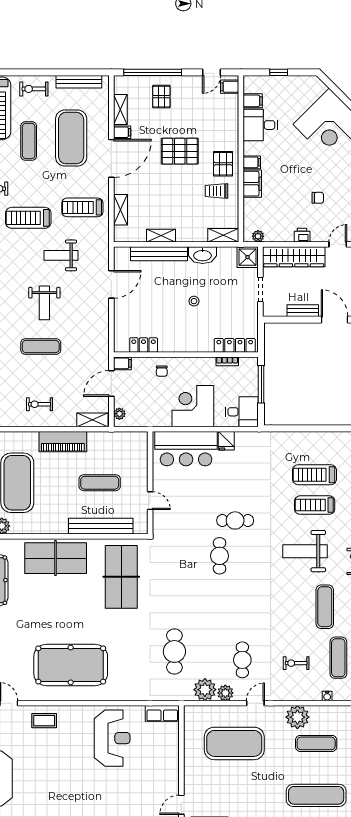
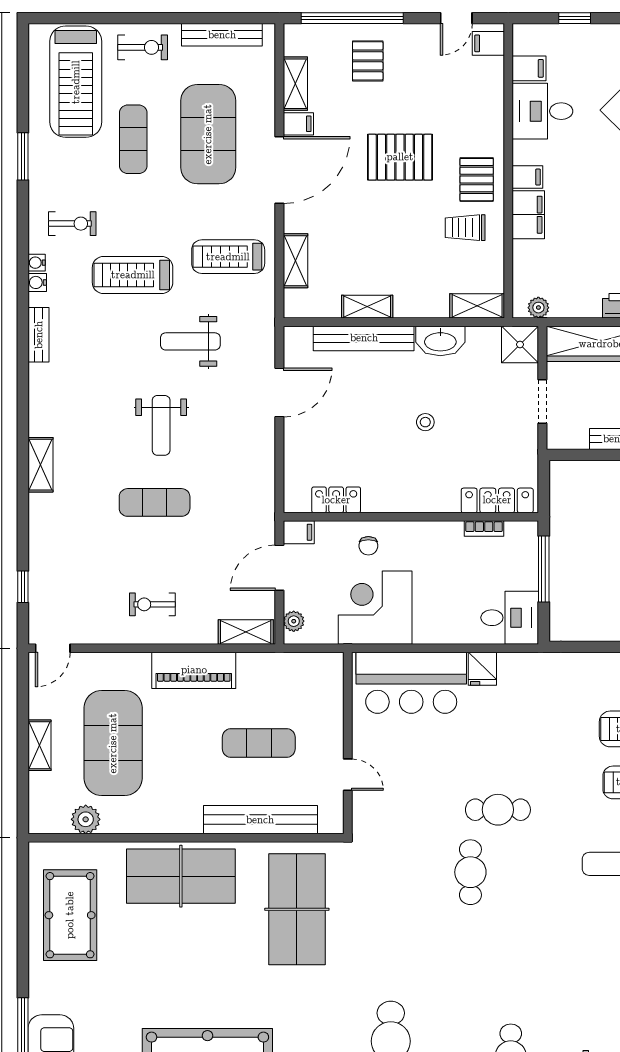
exercise bike: (34, 89) -> (143, 47), turned 180
corner desk: (193, 406) -> (375, 608), moved

